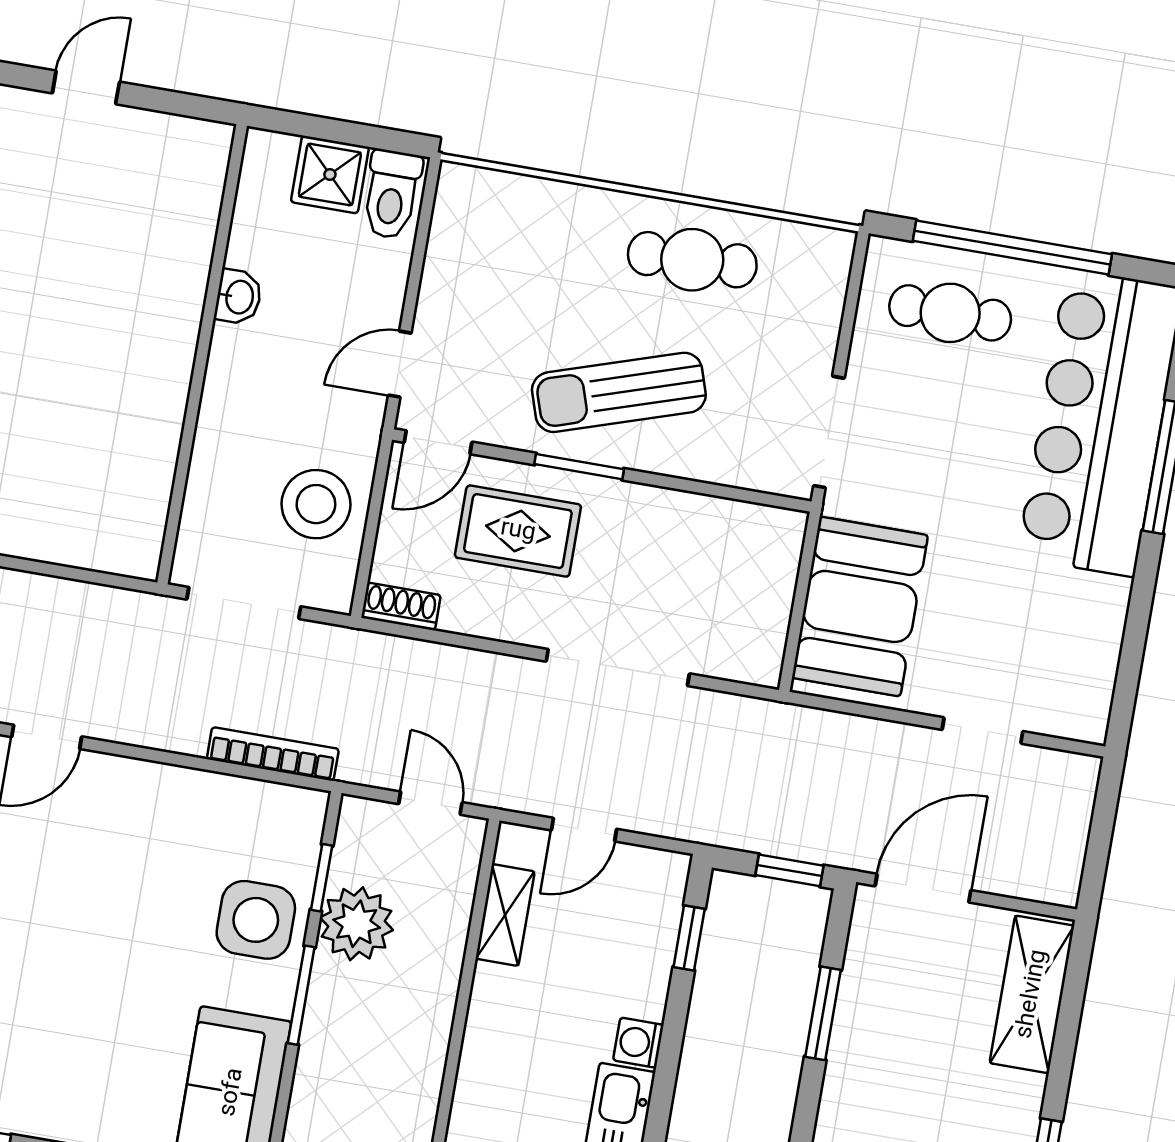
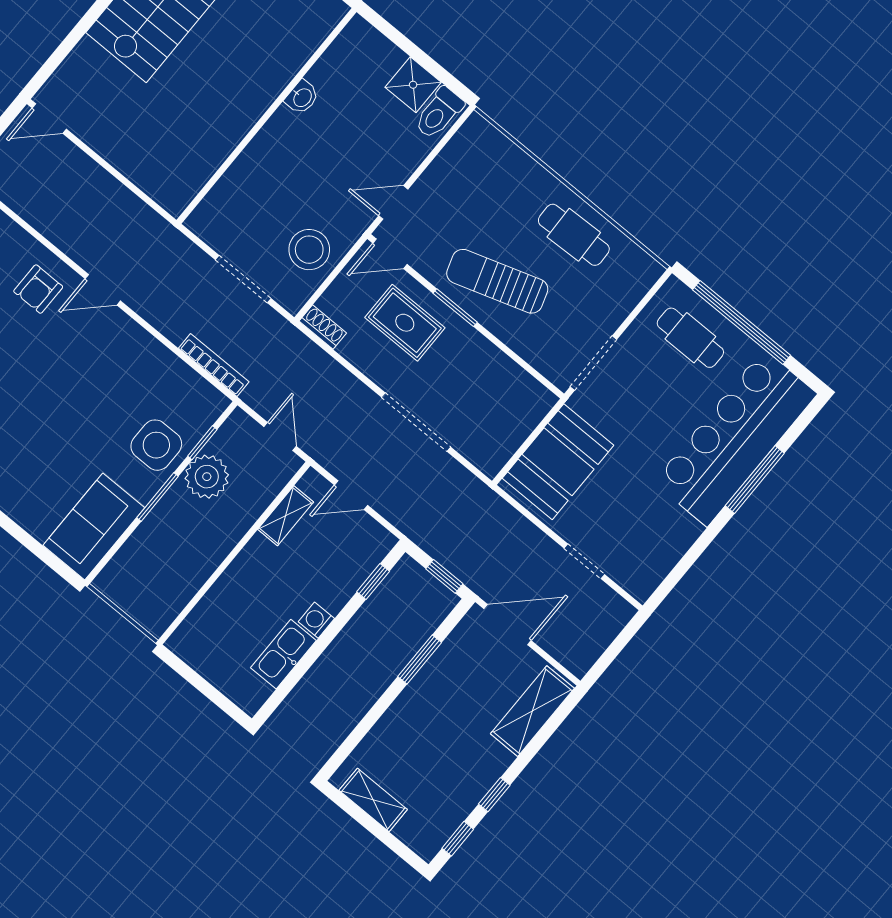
washbasin: (238, 297) -> (302, 97), moved
wall: (202, 354) -> (267, 116), moved

